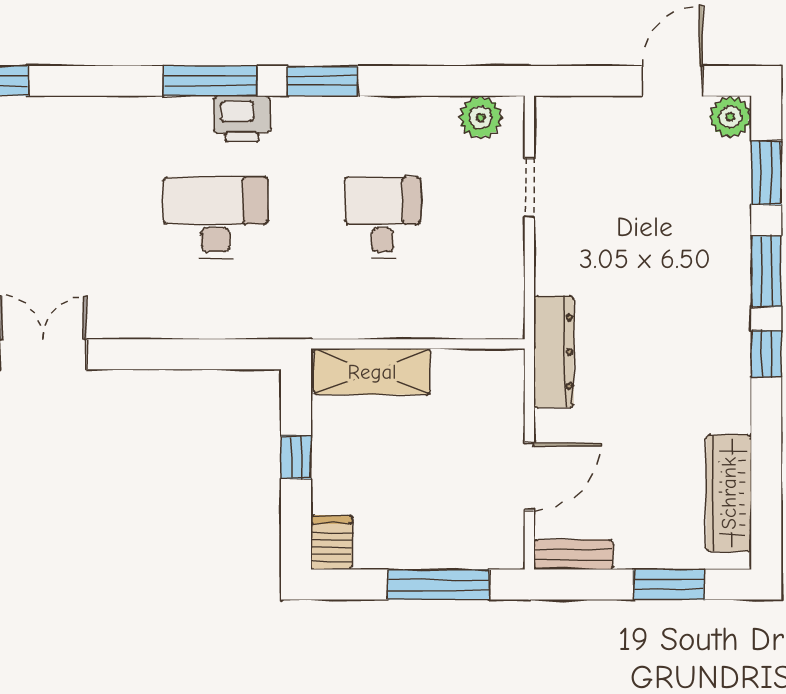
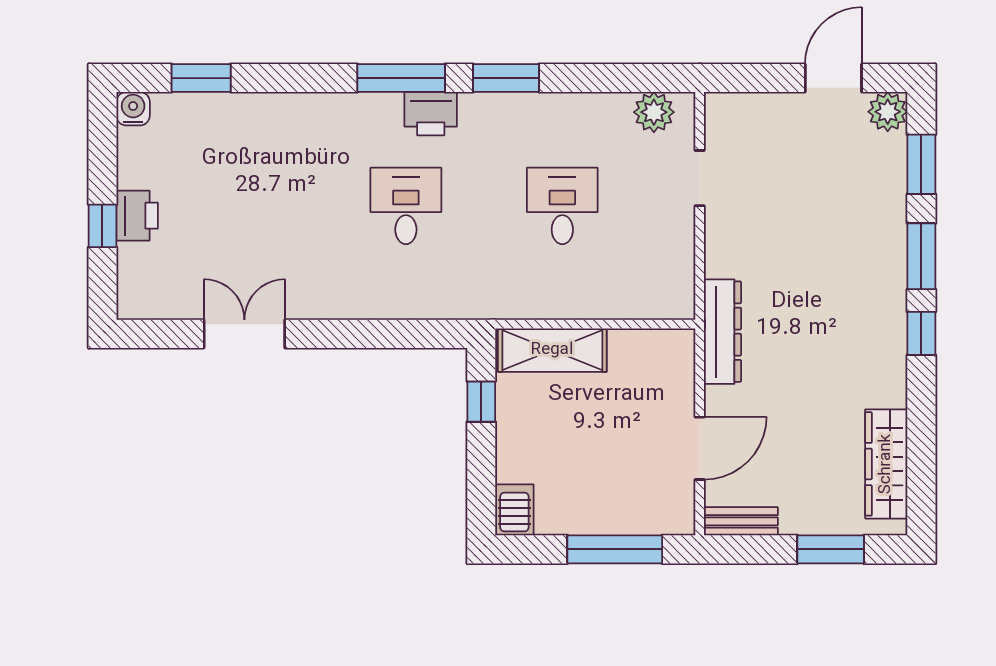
desk: (215, 218) -> (406, 206), width x0.73
window: (296, 457) -> (481, 402), moved

